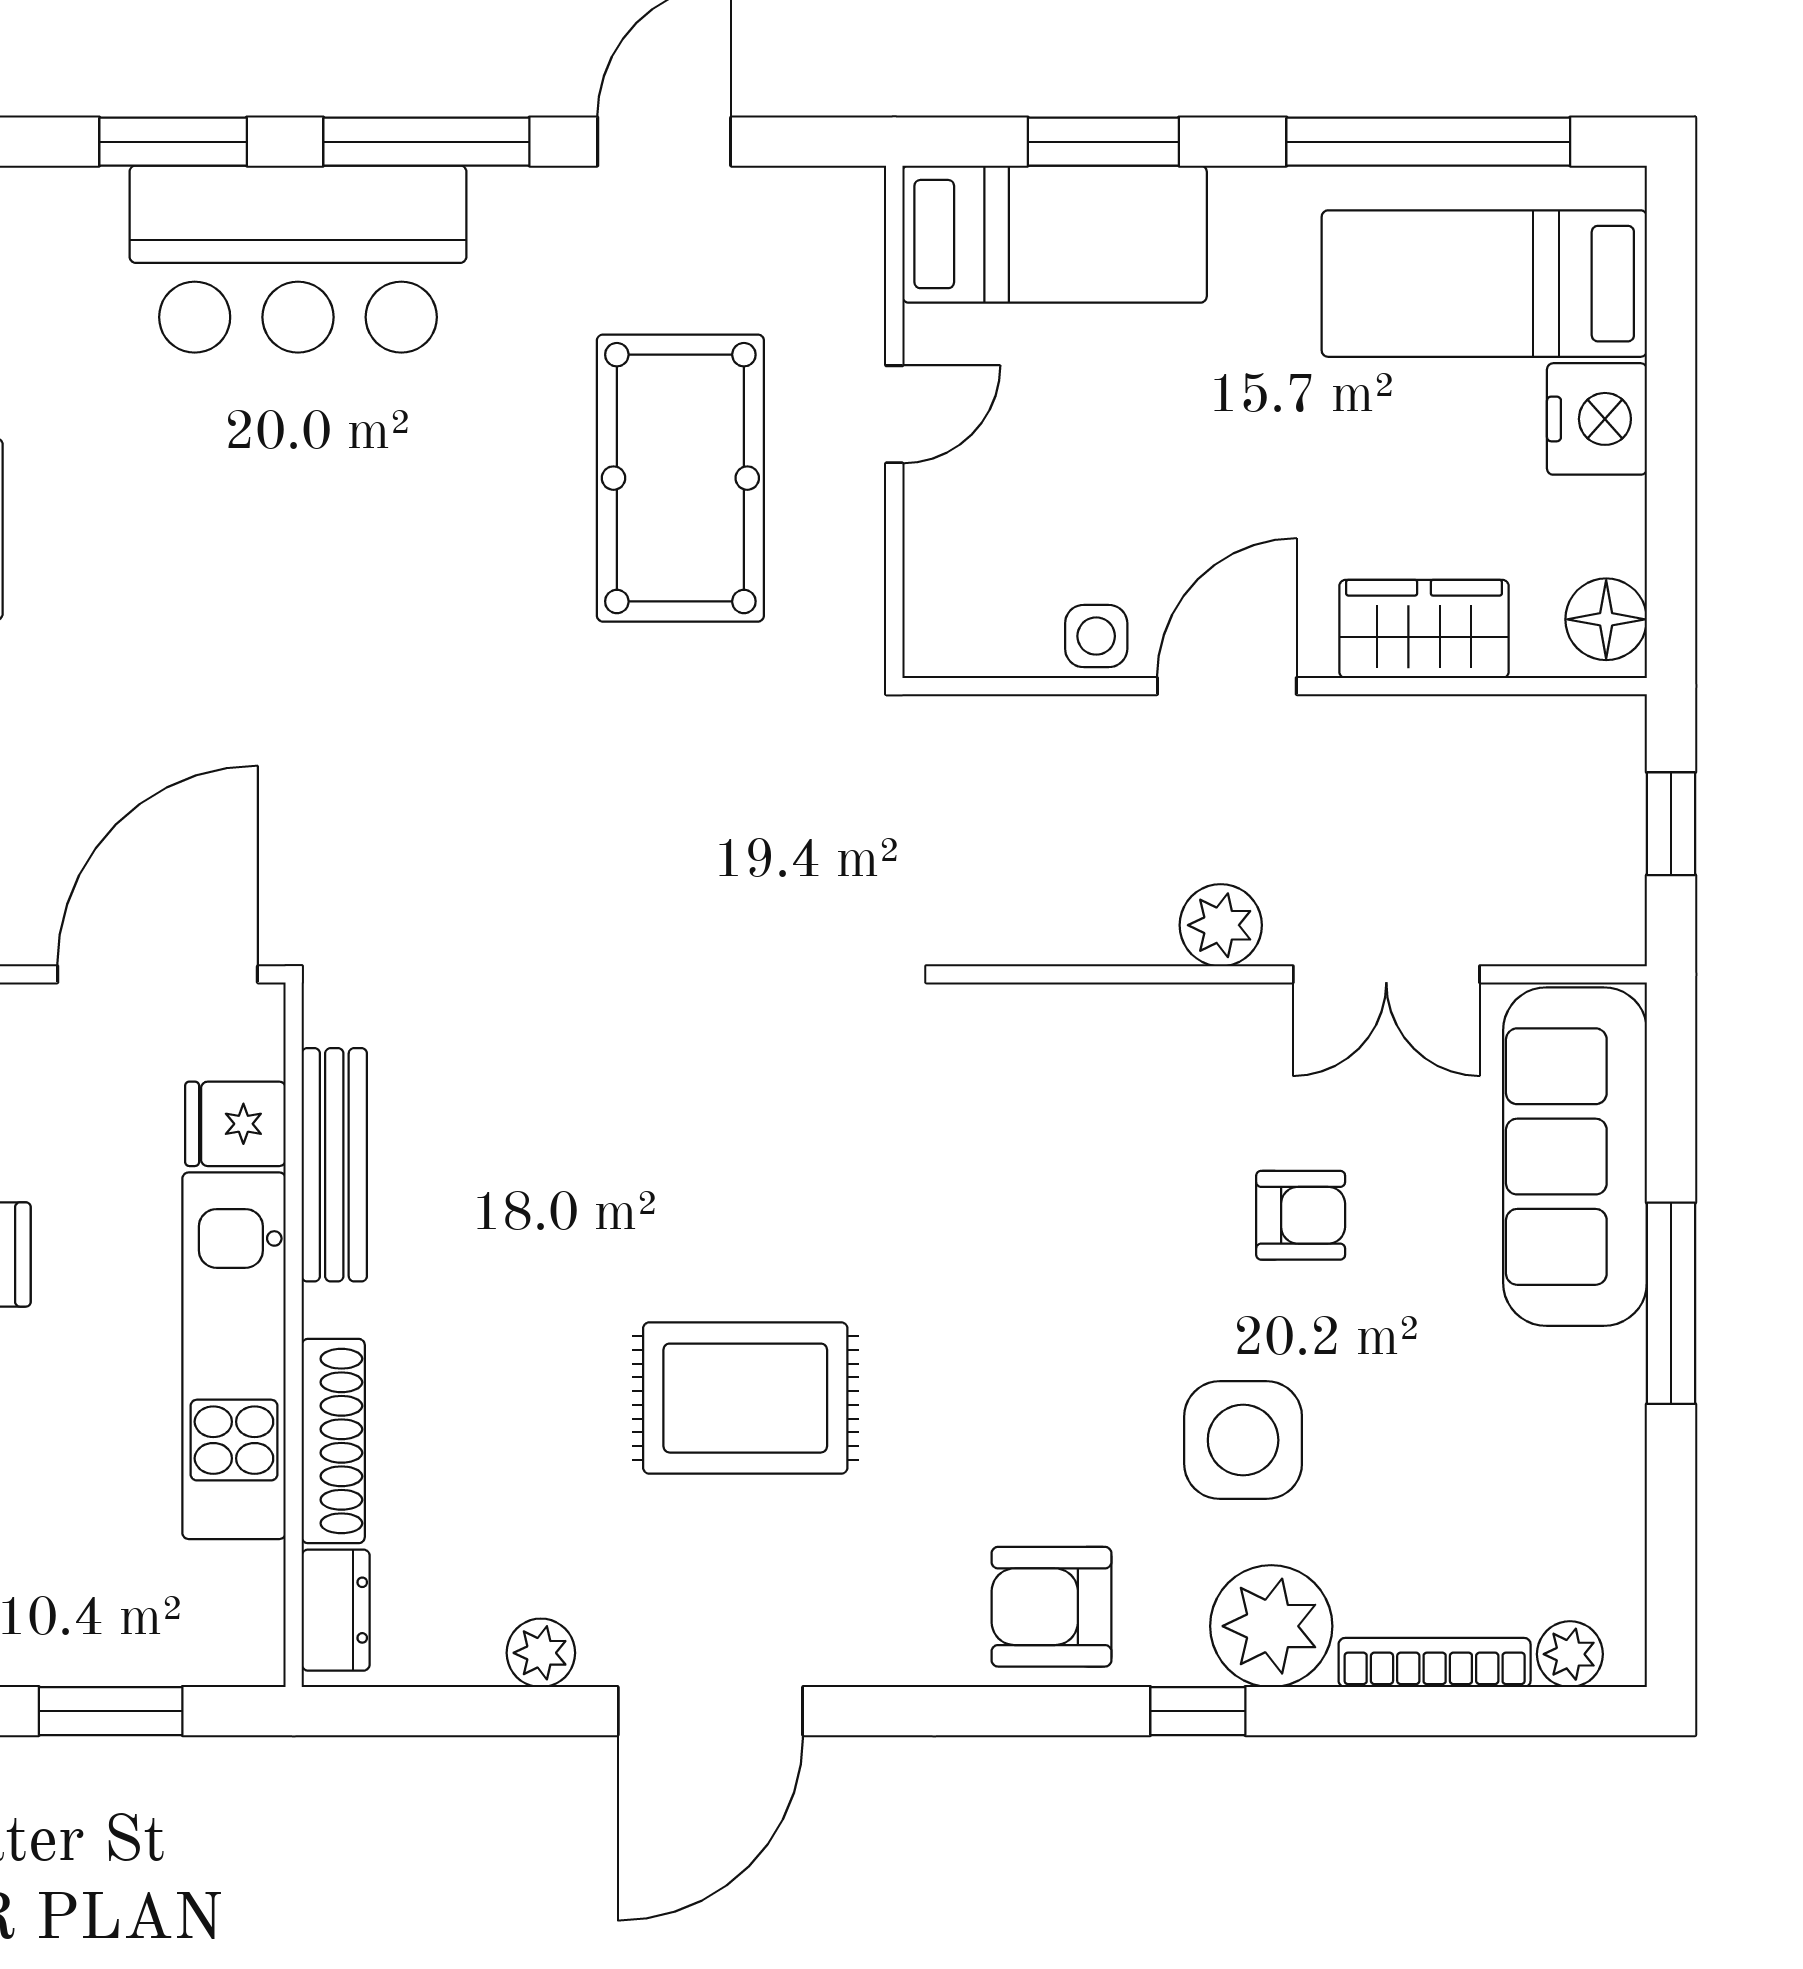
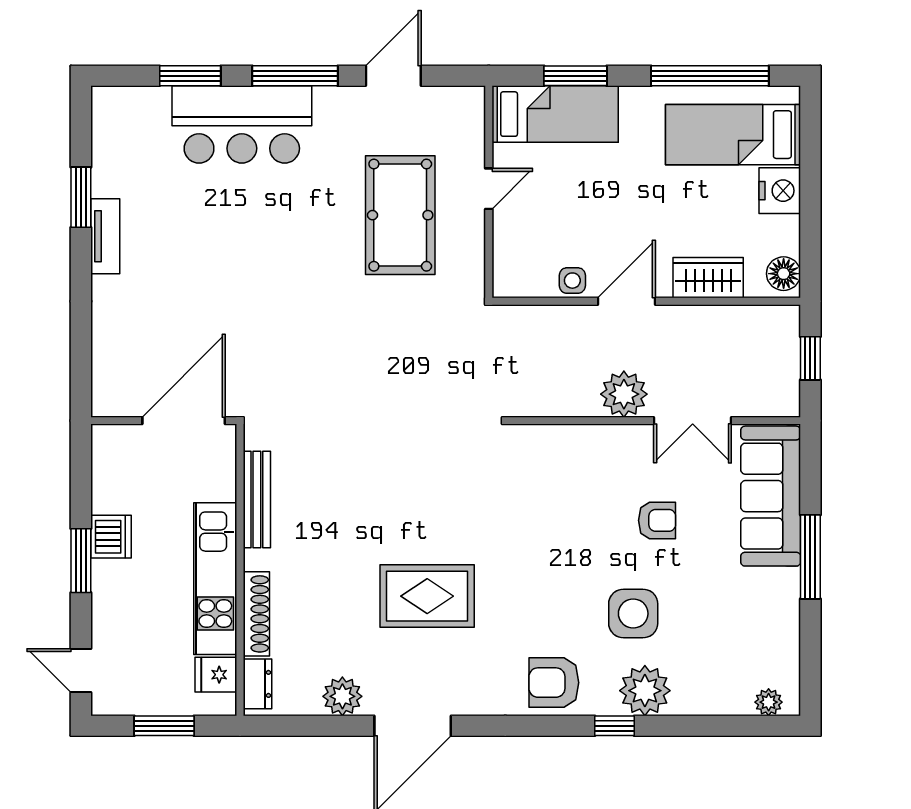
plant: (1221, 925) -> (624, 394), width x1.36, depth x1.36
fridge: (235, 1124) -> (216, 675), moved
plant: (541, 1653) -> (342, 696), width x1.38, depth x1.38
bookcase: (1435, 1662) -> (713, 706), removed

